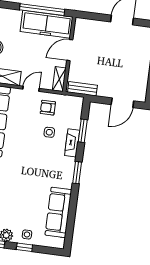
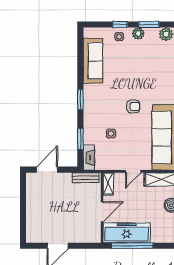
armchair: (48, 108) -> (133, 106), moved
fireplace: (72, 143) -> (89, 158), moved

